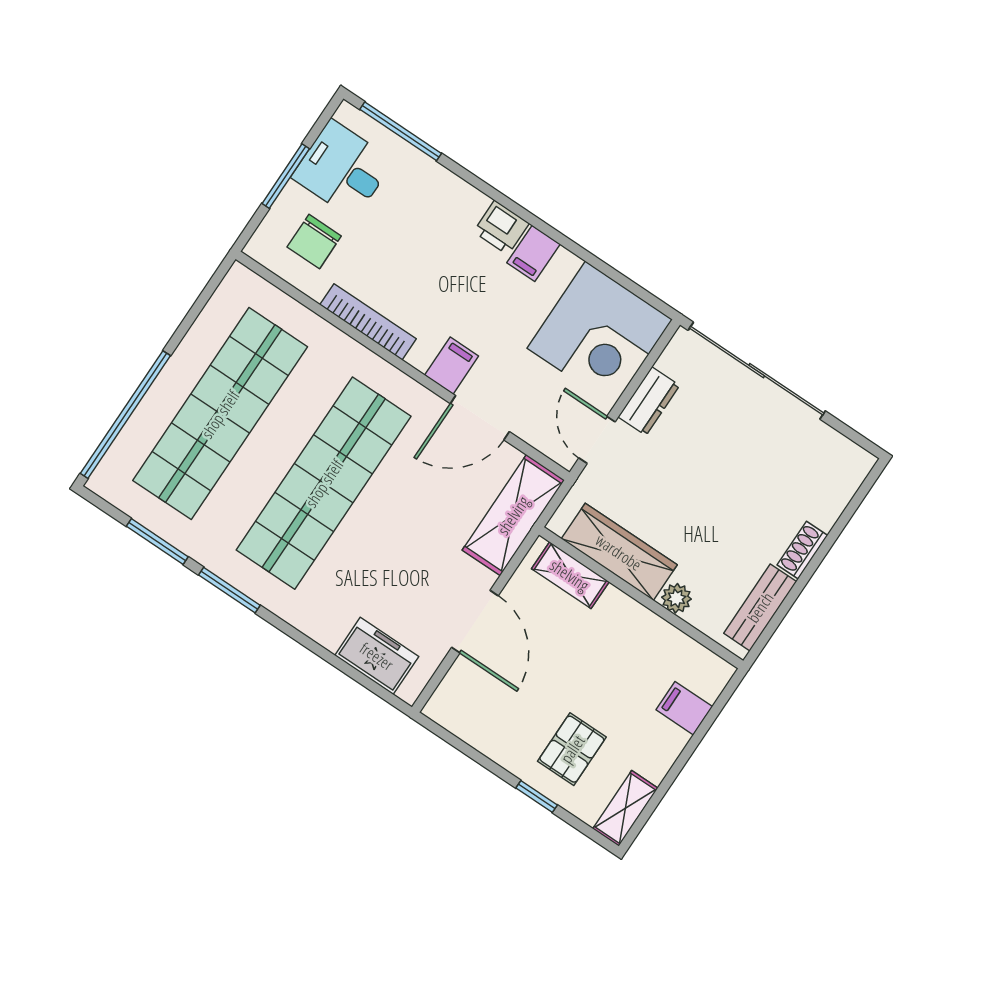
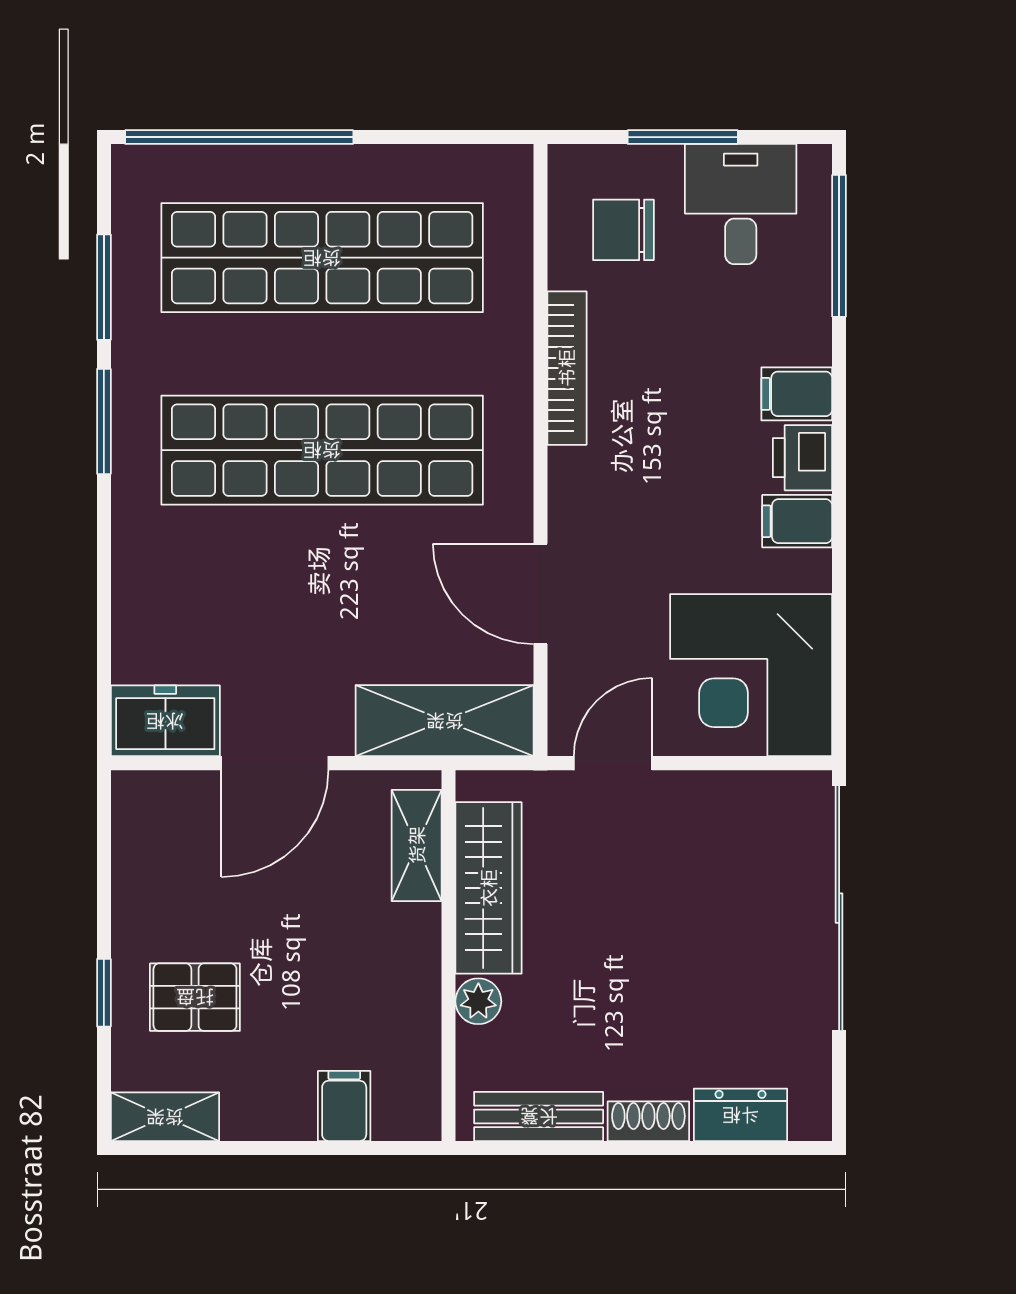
filing cabinet: (452, 366) -> (797, 394), moved, turned 180
dresser: (649, 401) -> (741, 1115), moved, turned 180
freezer: (377, 656) -> (165, 721), moved, turned -90

